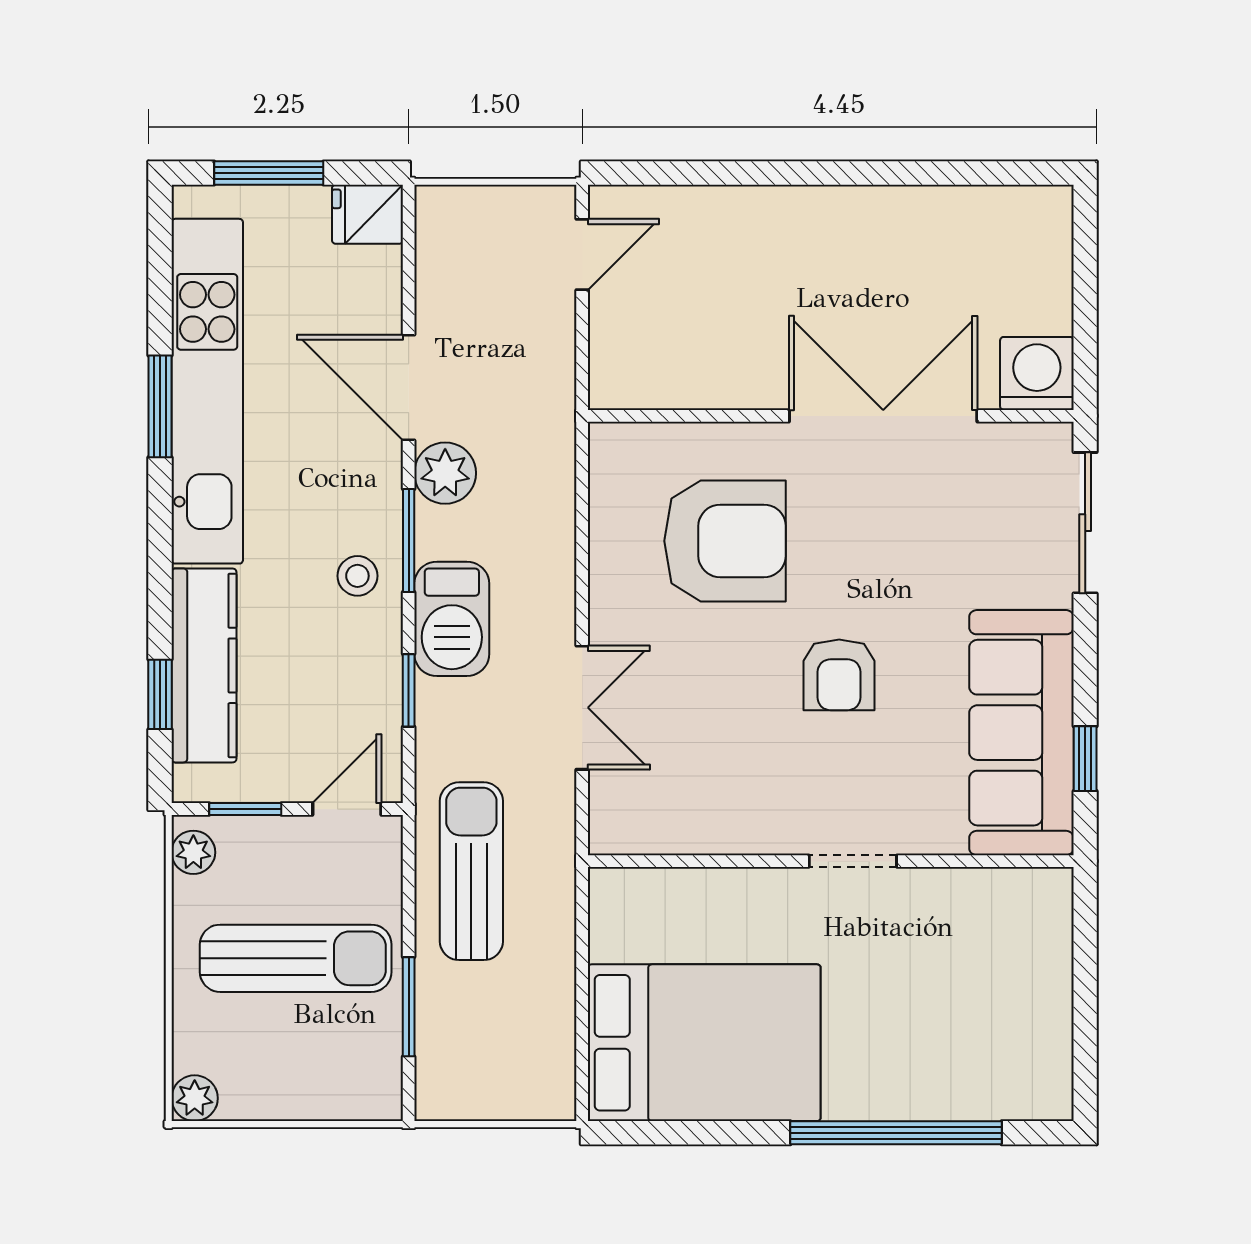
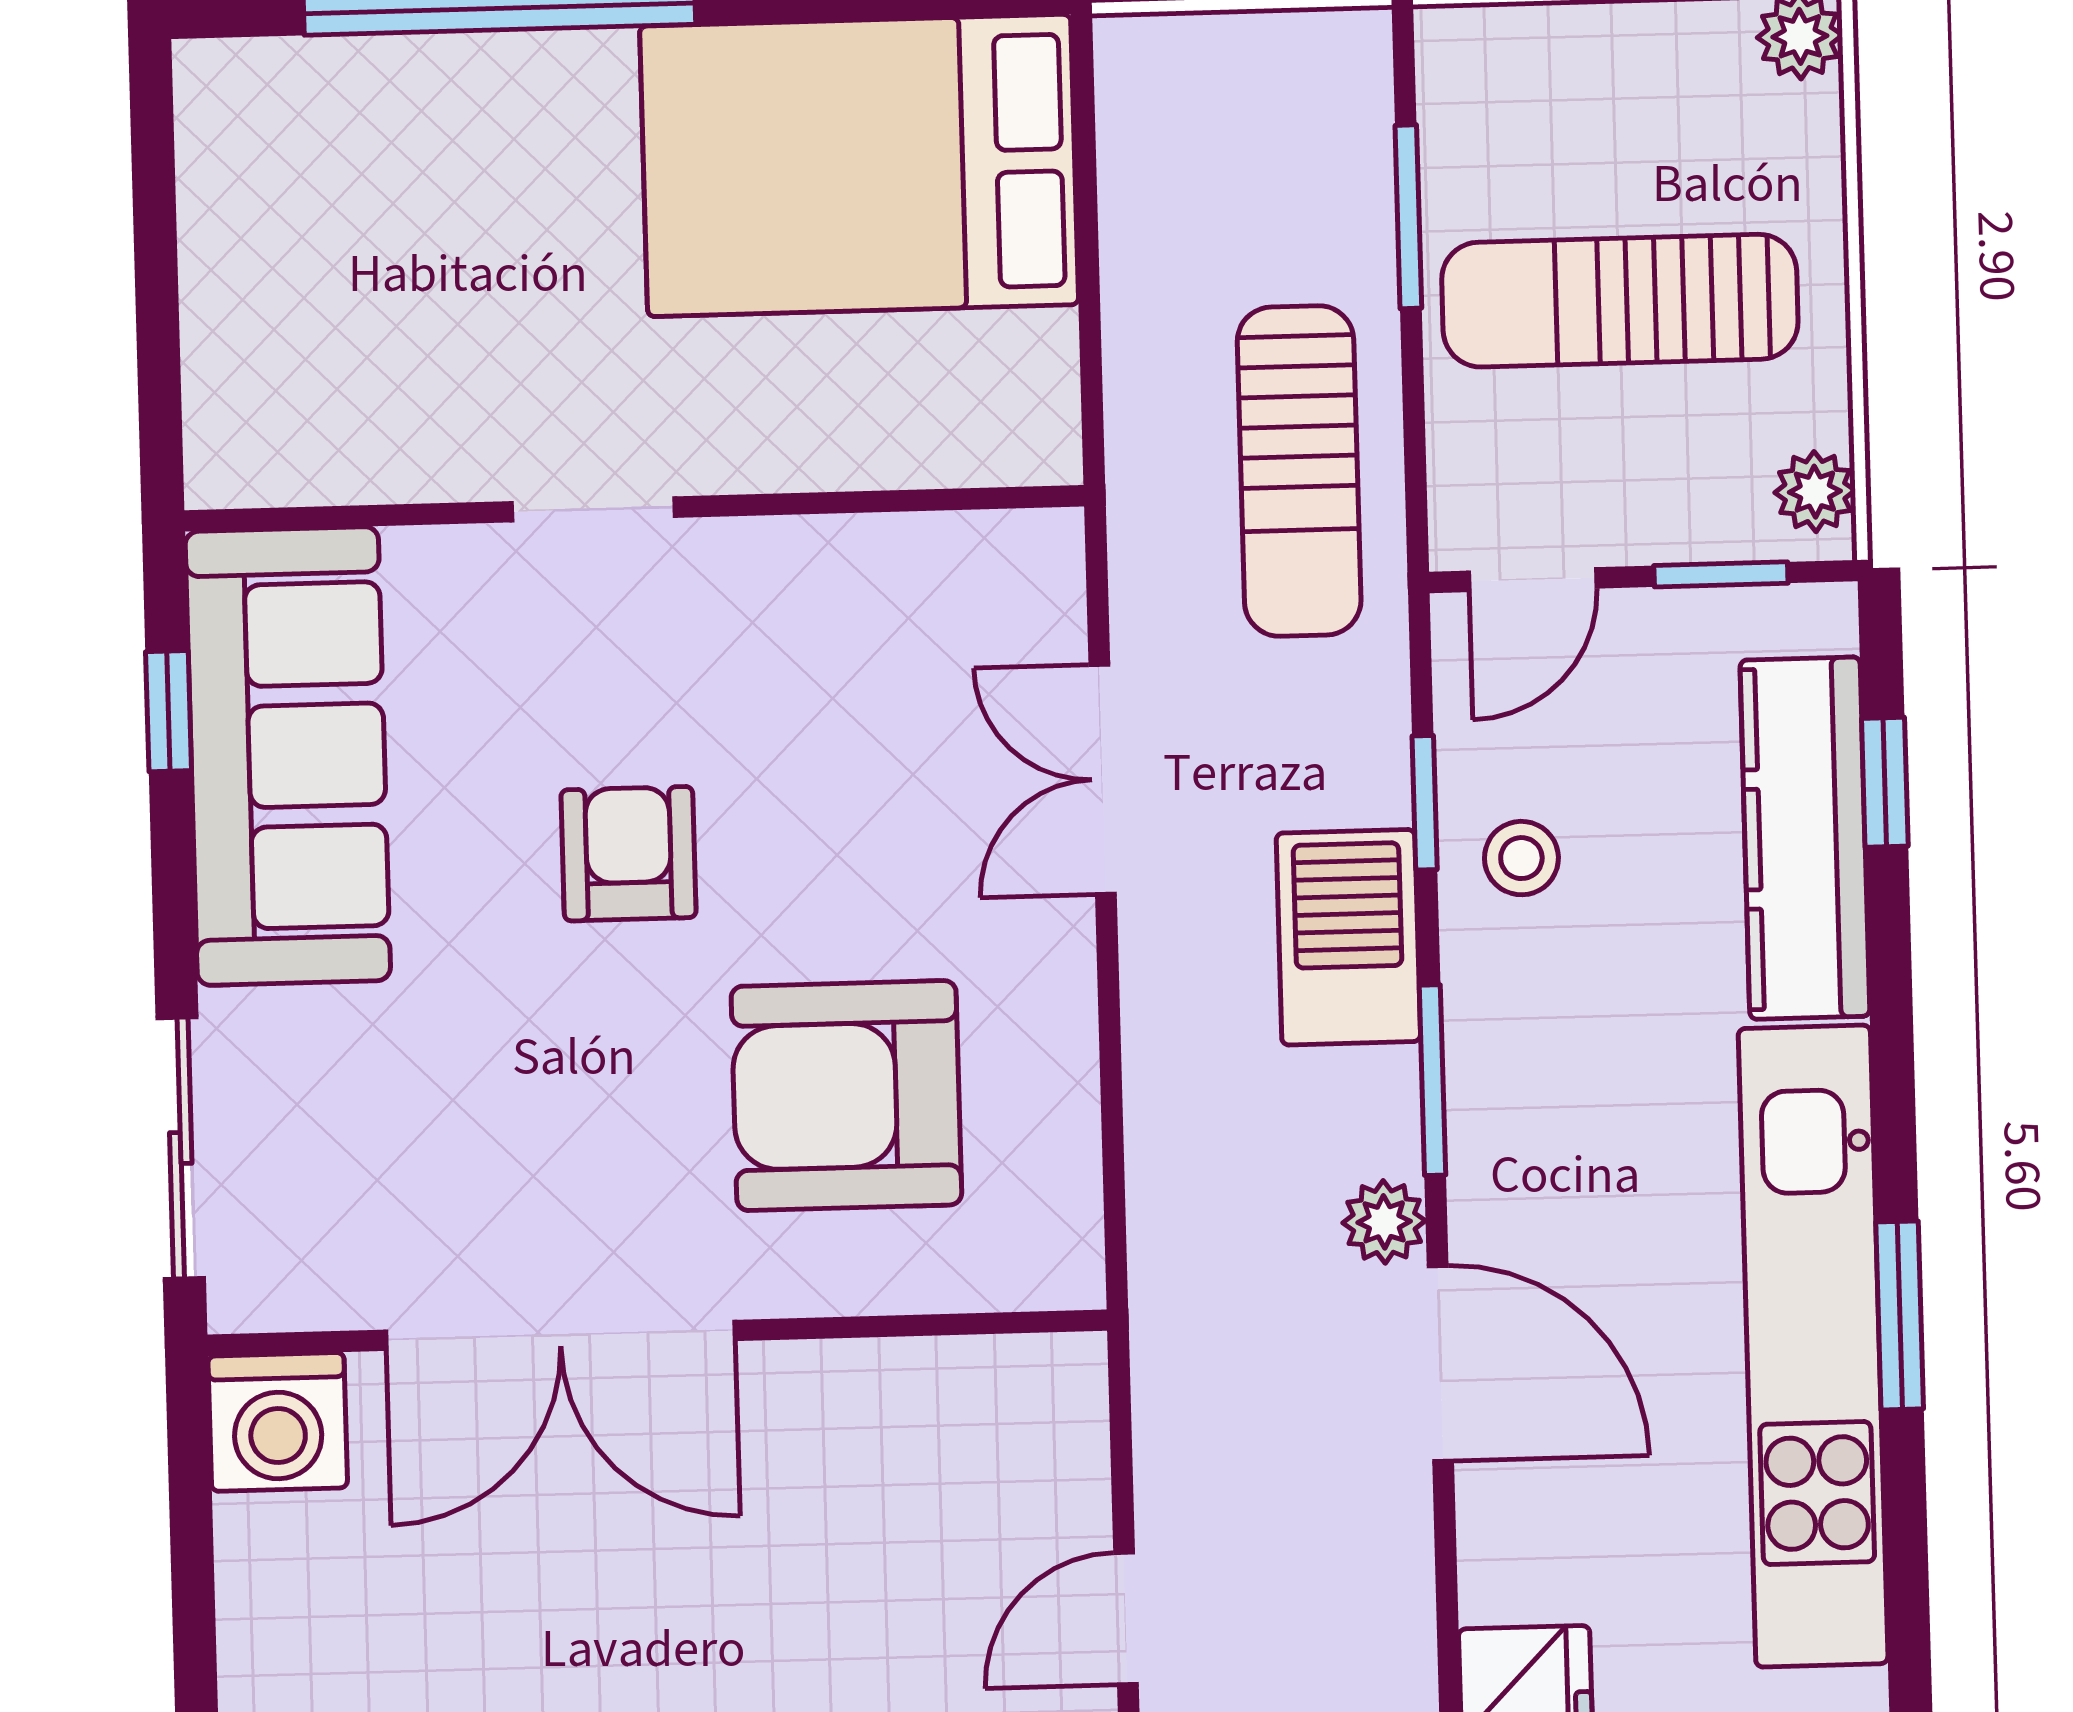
plant: (445, 473) -> (1384, 1222), width x0.73, depth x0.73
stool: (357, 576) -> (1521, 858), moved

